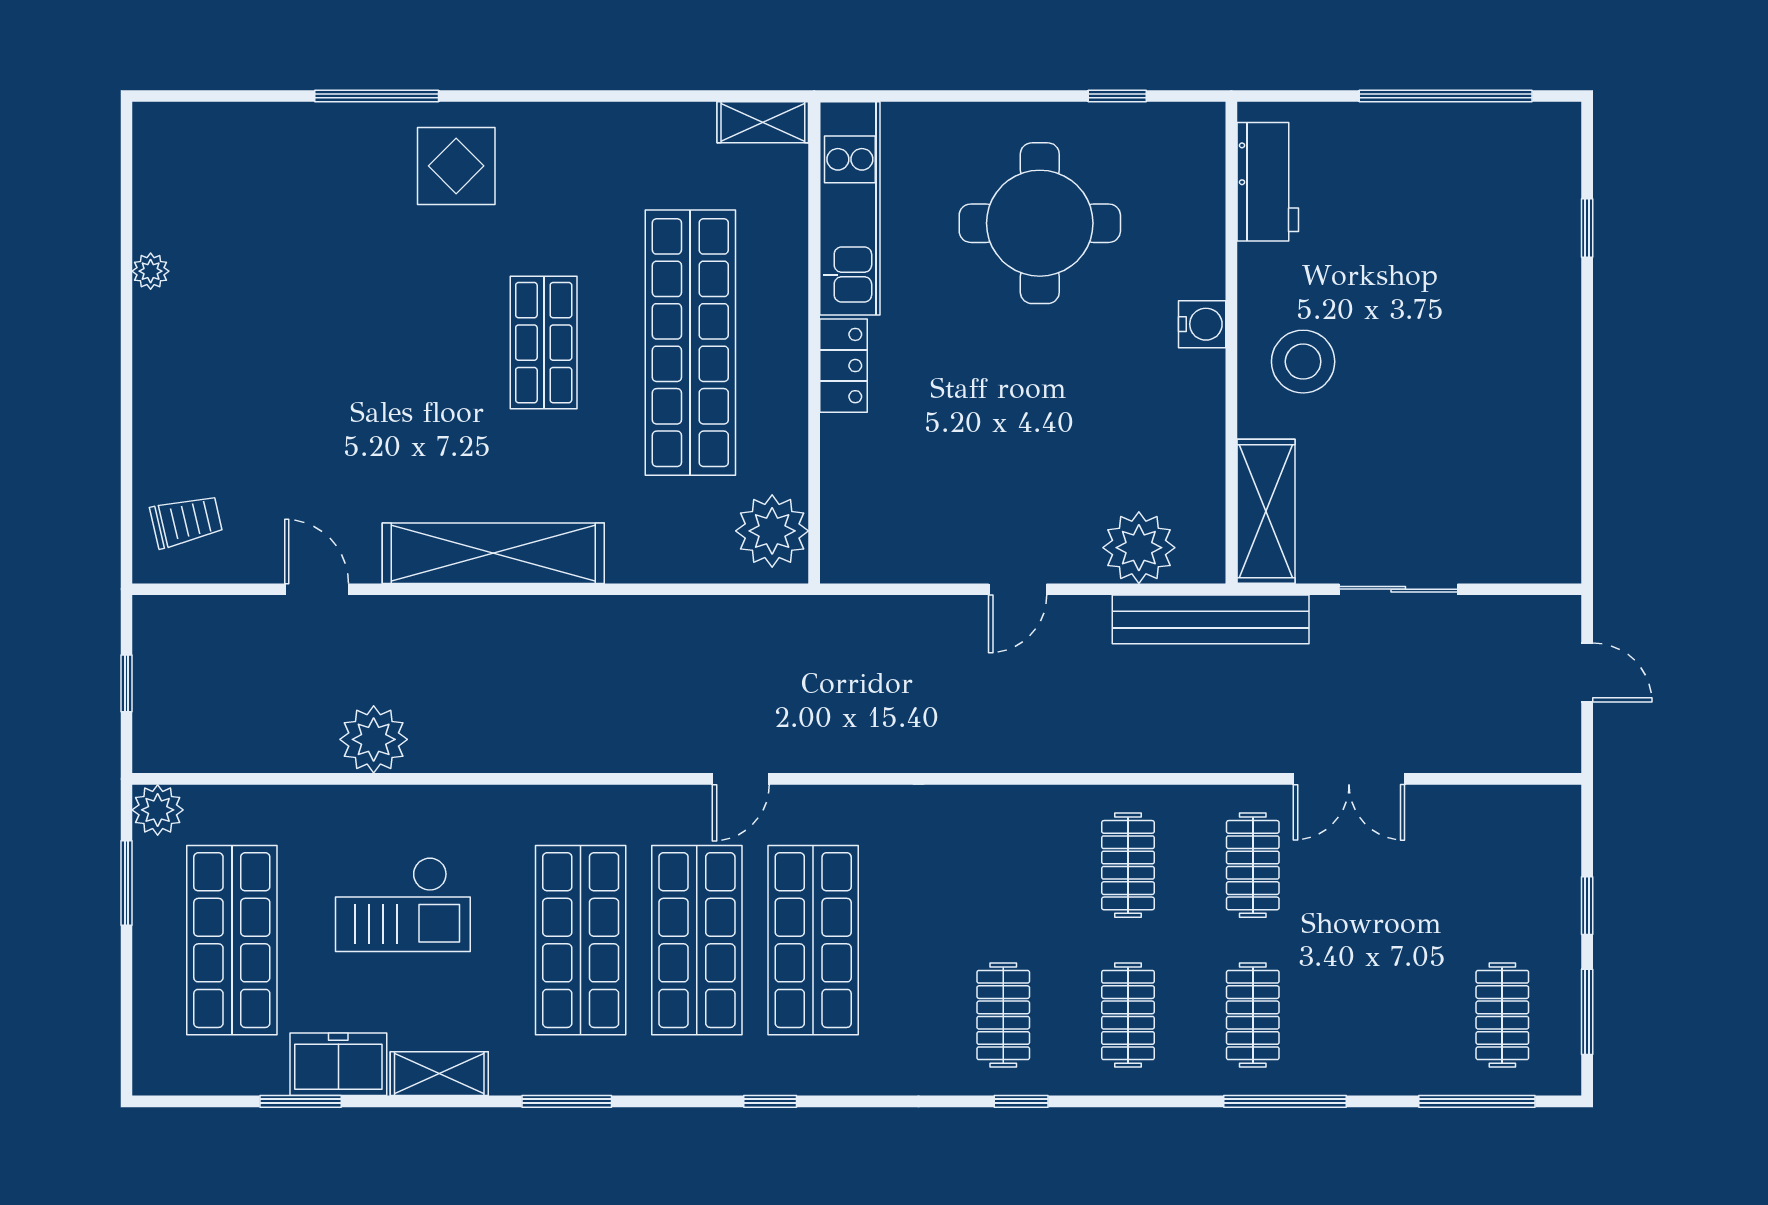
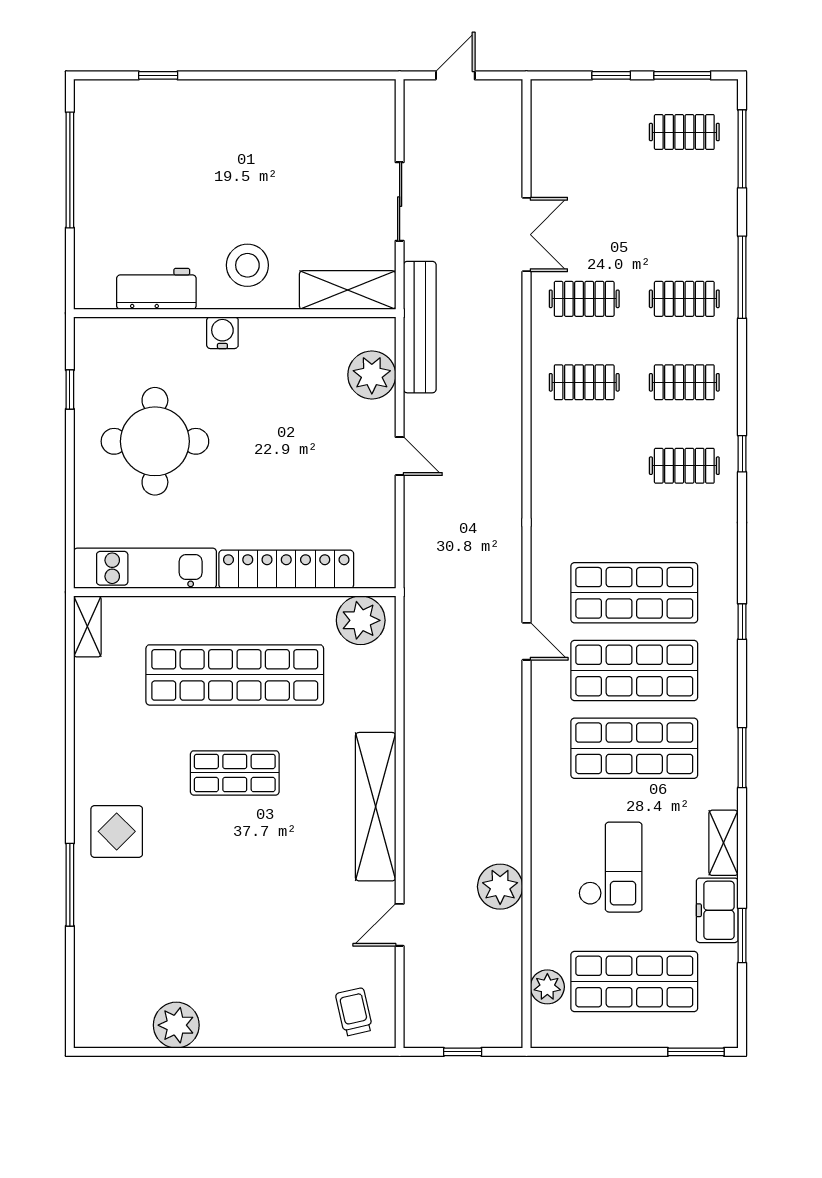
workbench: (1268, 182) -> (156, 289), moved
plant: (151, 271) -> (176, 1025), width x1.87, depth x1.87
locker: (843, 366) -> (286, 569), width x2.16, depth x1.21
plant: (158, 810) -> (547, 987), moved
window: (127, 883) -> (696, 1052), moved

